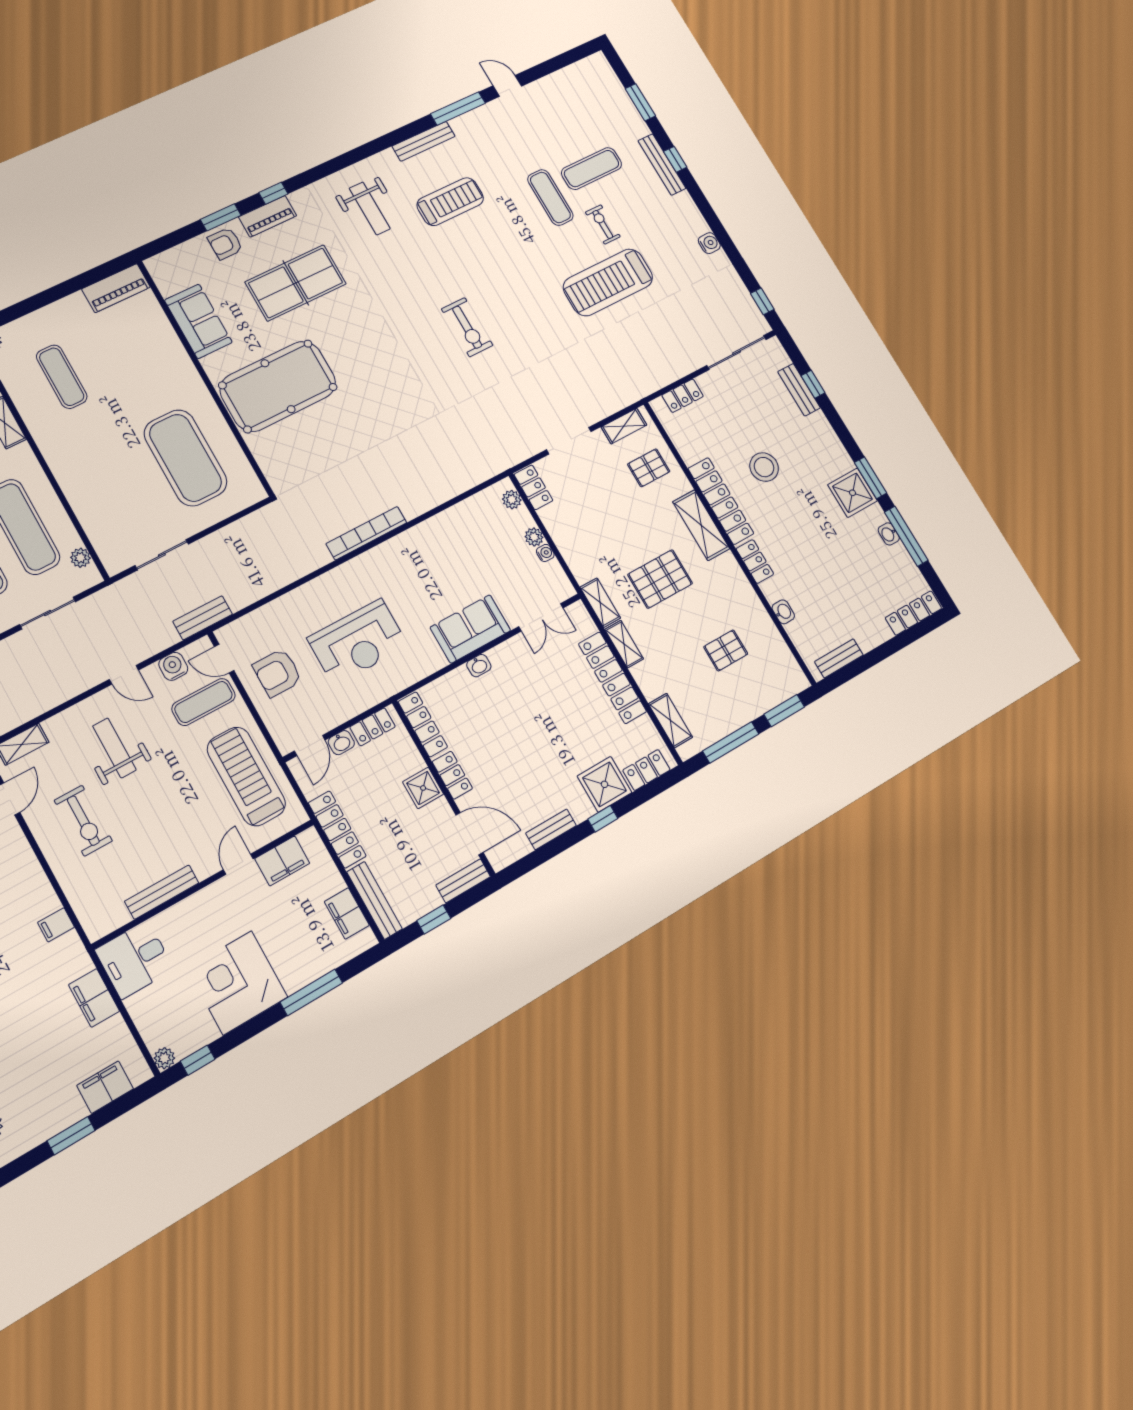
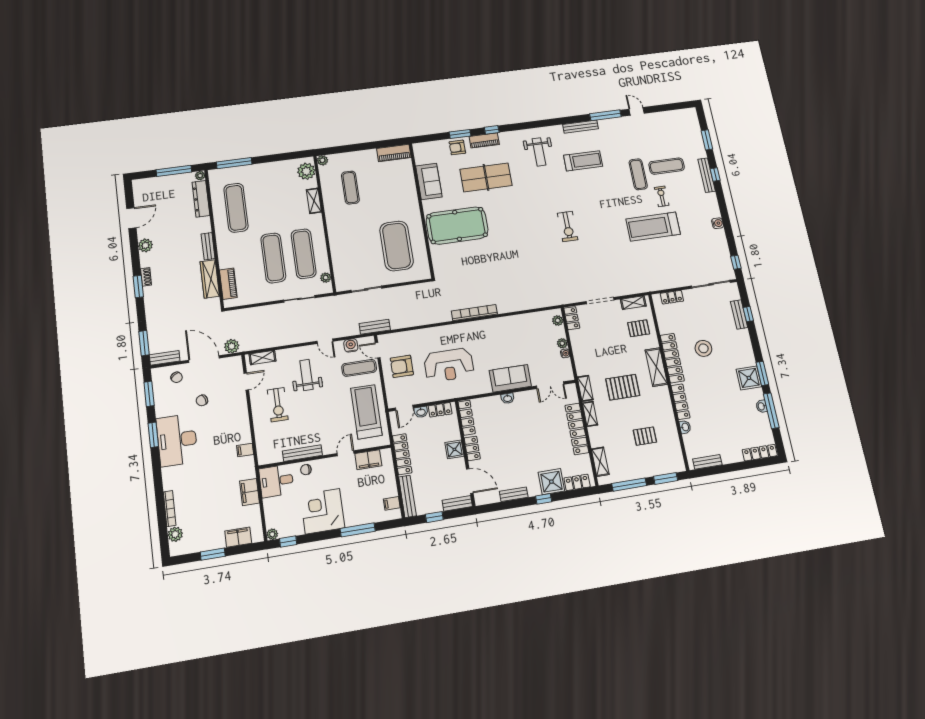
locker: (755, 562) -> (680, 402), width x1.53
filing cabinet: (347, 913) -> (392, 503), width x0.50
chair: (179, 920) -> (306, 470), added

